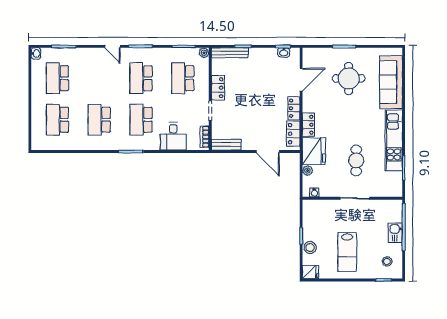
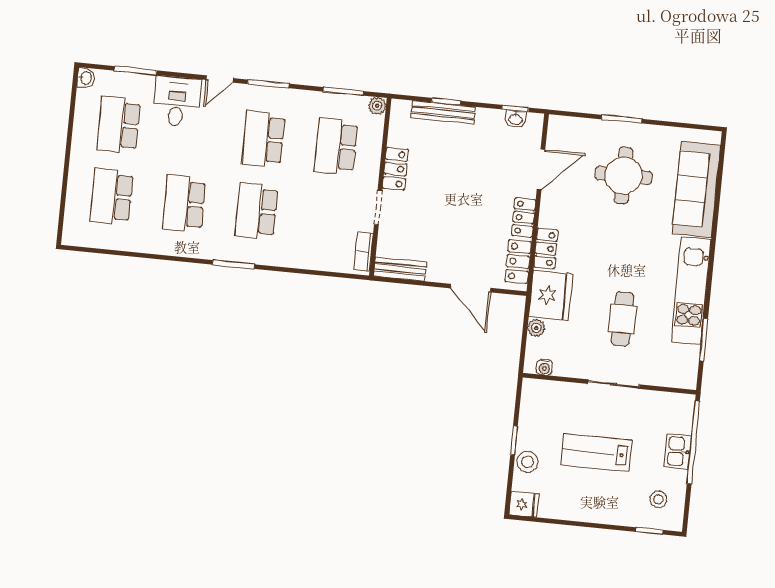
door: (113, 46) -> (220, 79), hinge flipped
bench: (230, 53) -> (443, 112), moved
desk: (173, 136) -> (177, 101), moved, turned 180
lab bench: (347, 252) -> (596, 453), moved, turned 90

